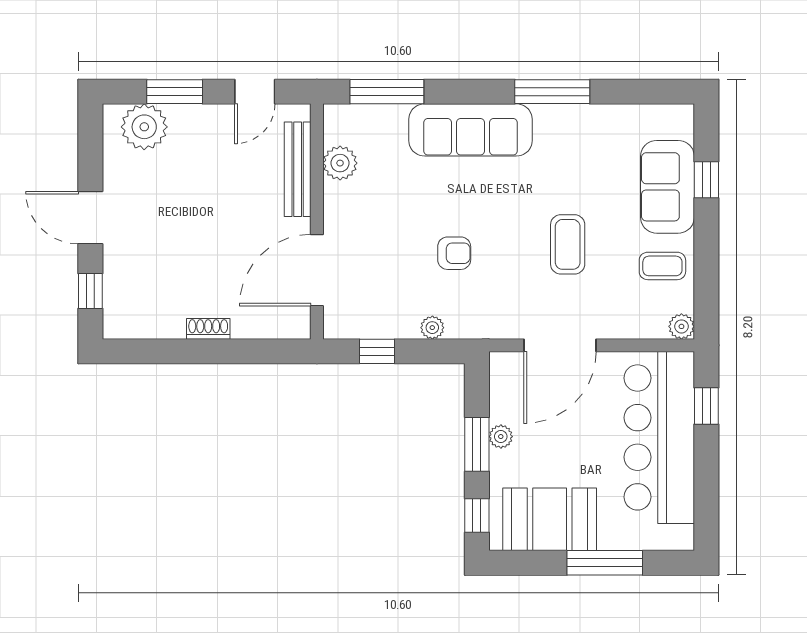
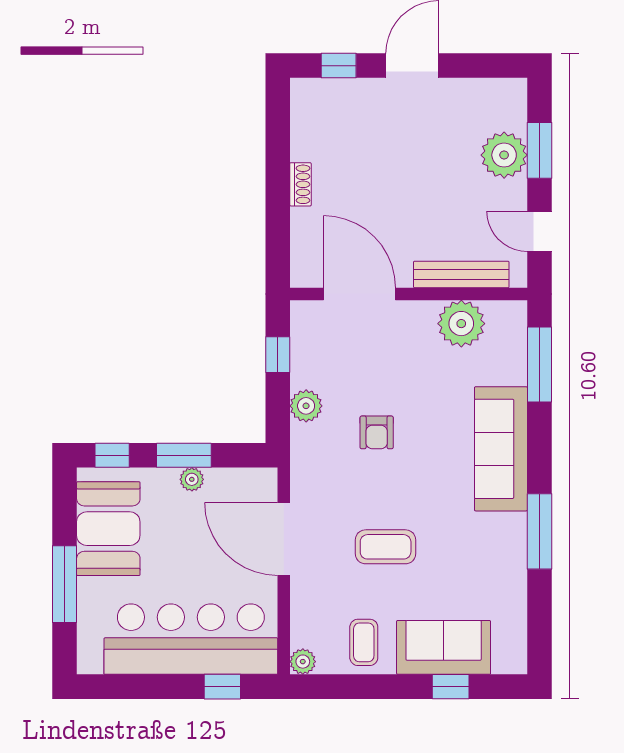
plant: (144, 127) -> (504, 155), moved
plant: (340, 163) -> (461, 324), width x1.36, depth x1.36
plant: (432, 328) -> (306, 406), width x1.38, depth x1.38

